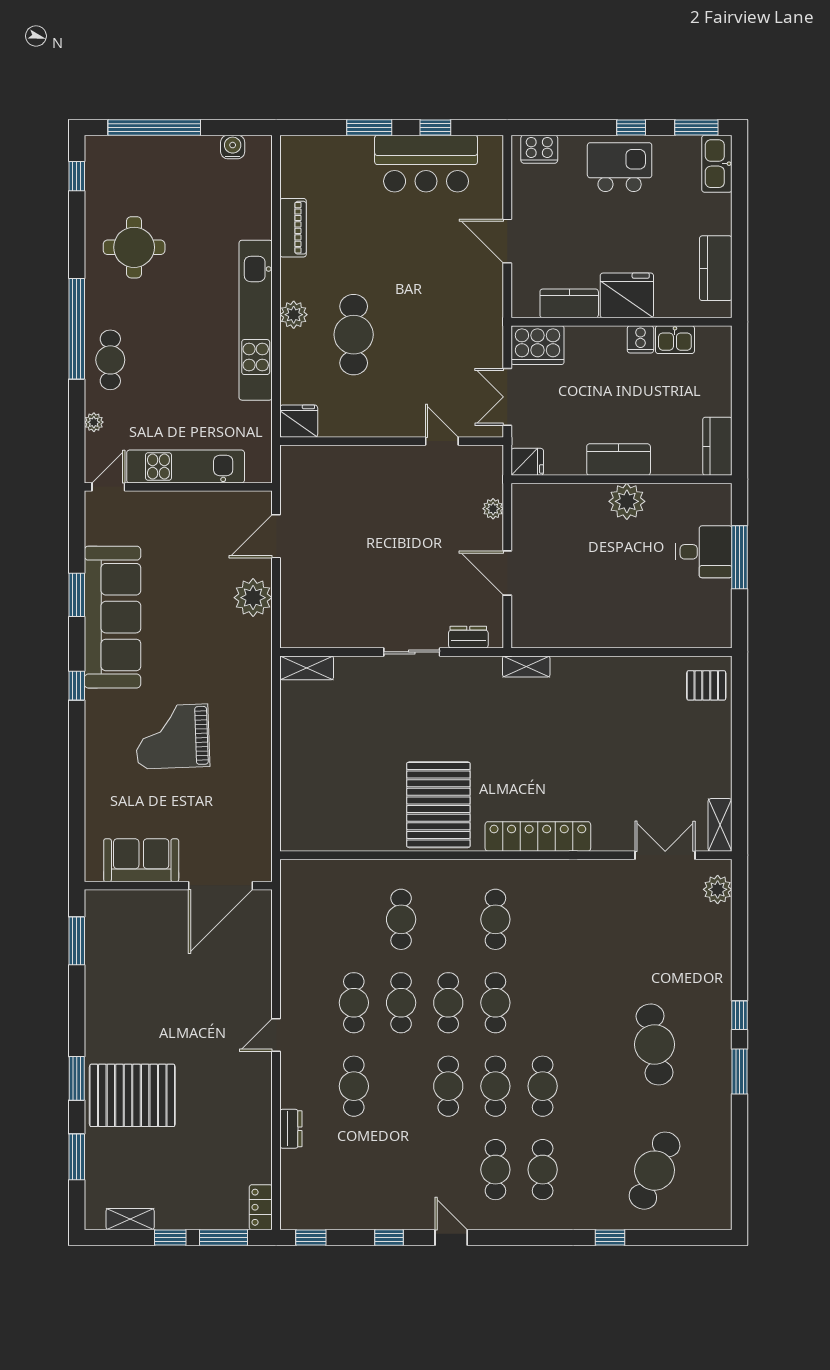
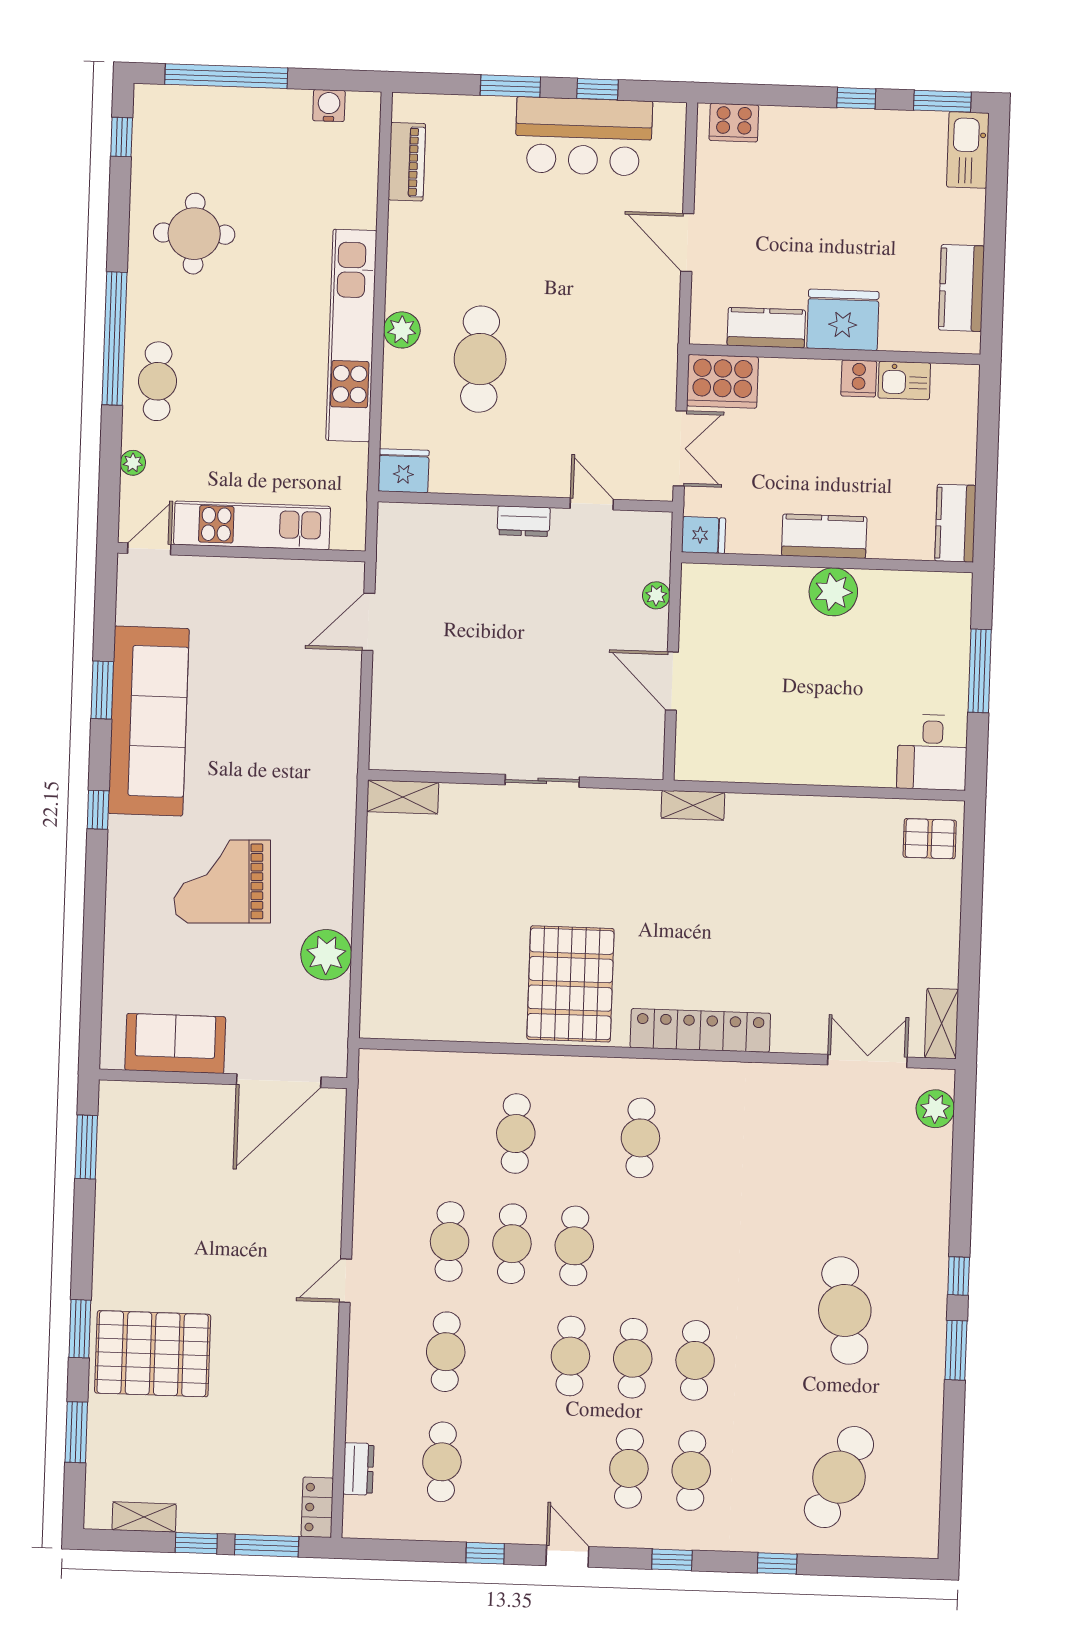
kitchen island: (620, 167) -> (839, 150), removed
piano: (293, 228) -> (407, 162), moved
double door: (507, 397) -> (680, 448), swing flipped
desk: (704, 552) -> (932, 752), moved, turned 90
plant: (253, 598) -> (326, 955), moved
dresser: (468, 637) -> (524, 521), moved, turned 180
cafe table: (495, 1003) -> (442, 1462), moved
dresser: (291, 1129) -> (358, 1469), moved
window: (311, 1237) -> (672, 1560), moved

